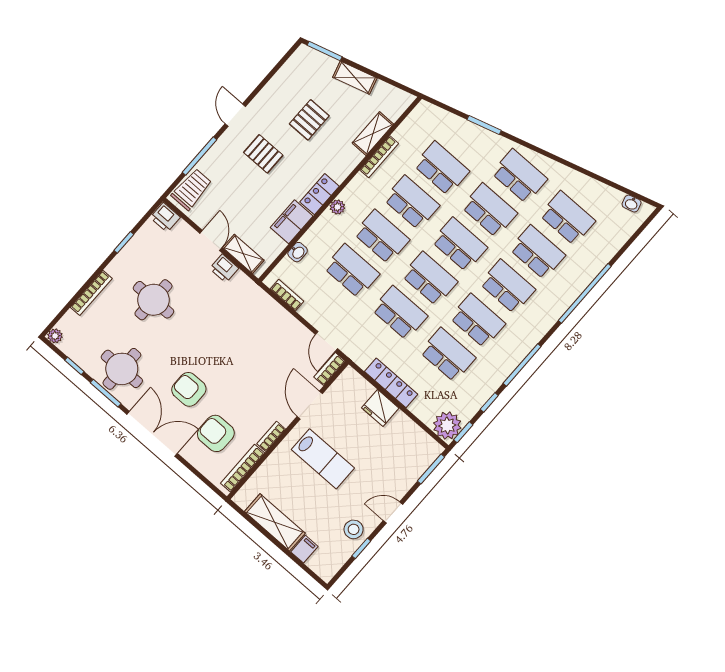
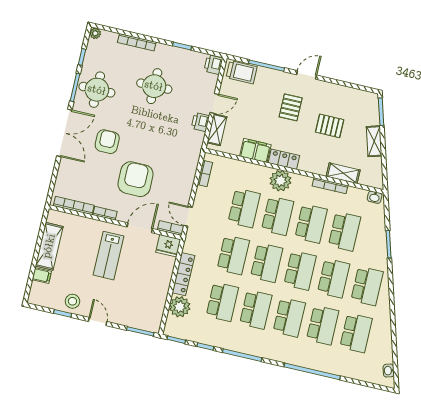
plant: (337, 207) -> (280, 181), width x1.87, depth x1.87
washbasin: (298, 252) -> (375, 197), moved
door: (326, 342) -> (188, 216), hinge flipped
fridge: (380, 408) -> (168, 246), moved, turned -90
plant: (447, 426) -> (180, 307), moved
armchair: (216, 433) -> (136, 179), moved, width x1.36, depth x1.36

